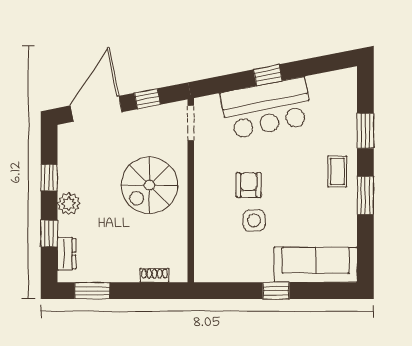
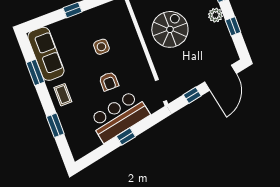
spiral stairs: (150, 185) -> (170, 29), moved
armchair: (249, 185) -> (109, 81), moved
window: (365, 195) -> (35, 72), moved
sofa: (316, 265) -> (46, 54), moved, turned -90

